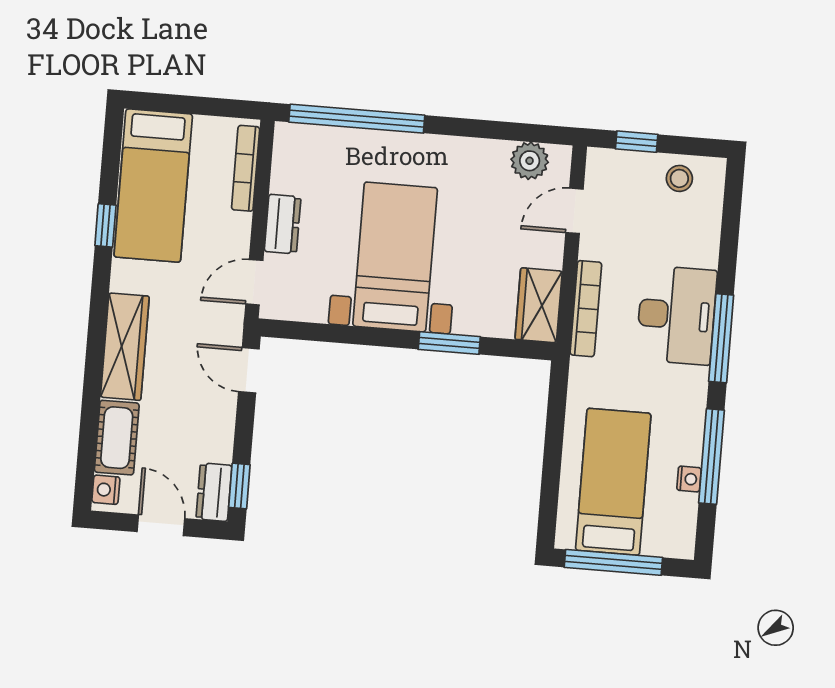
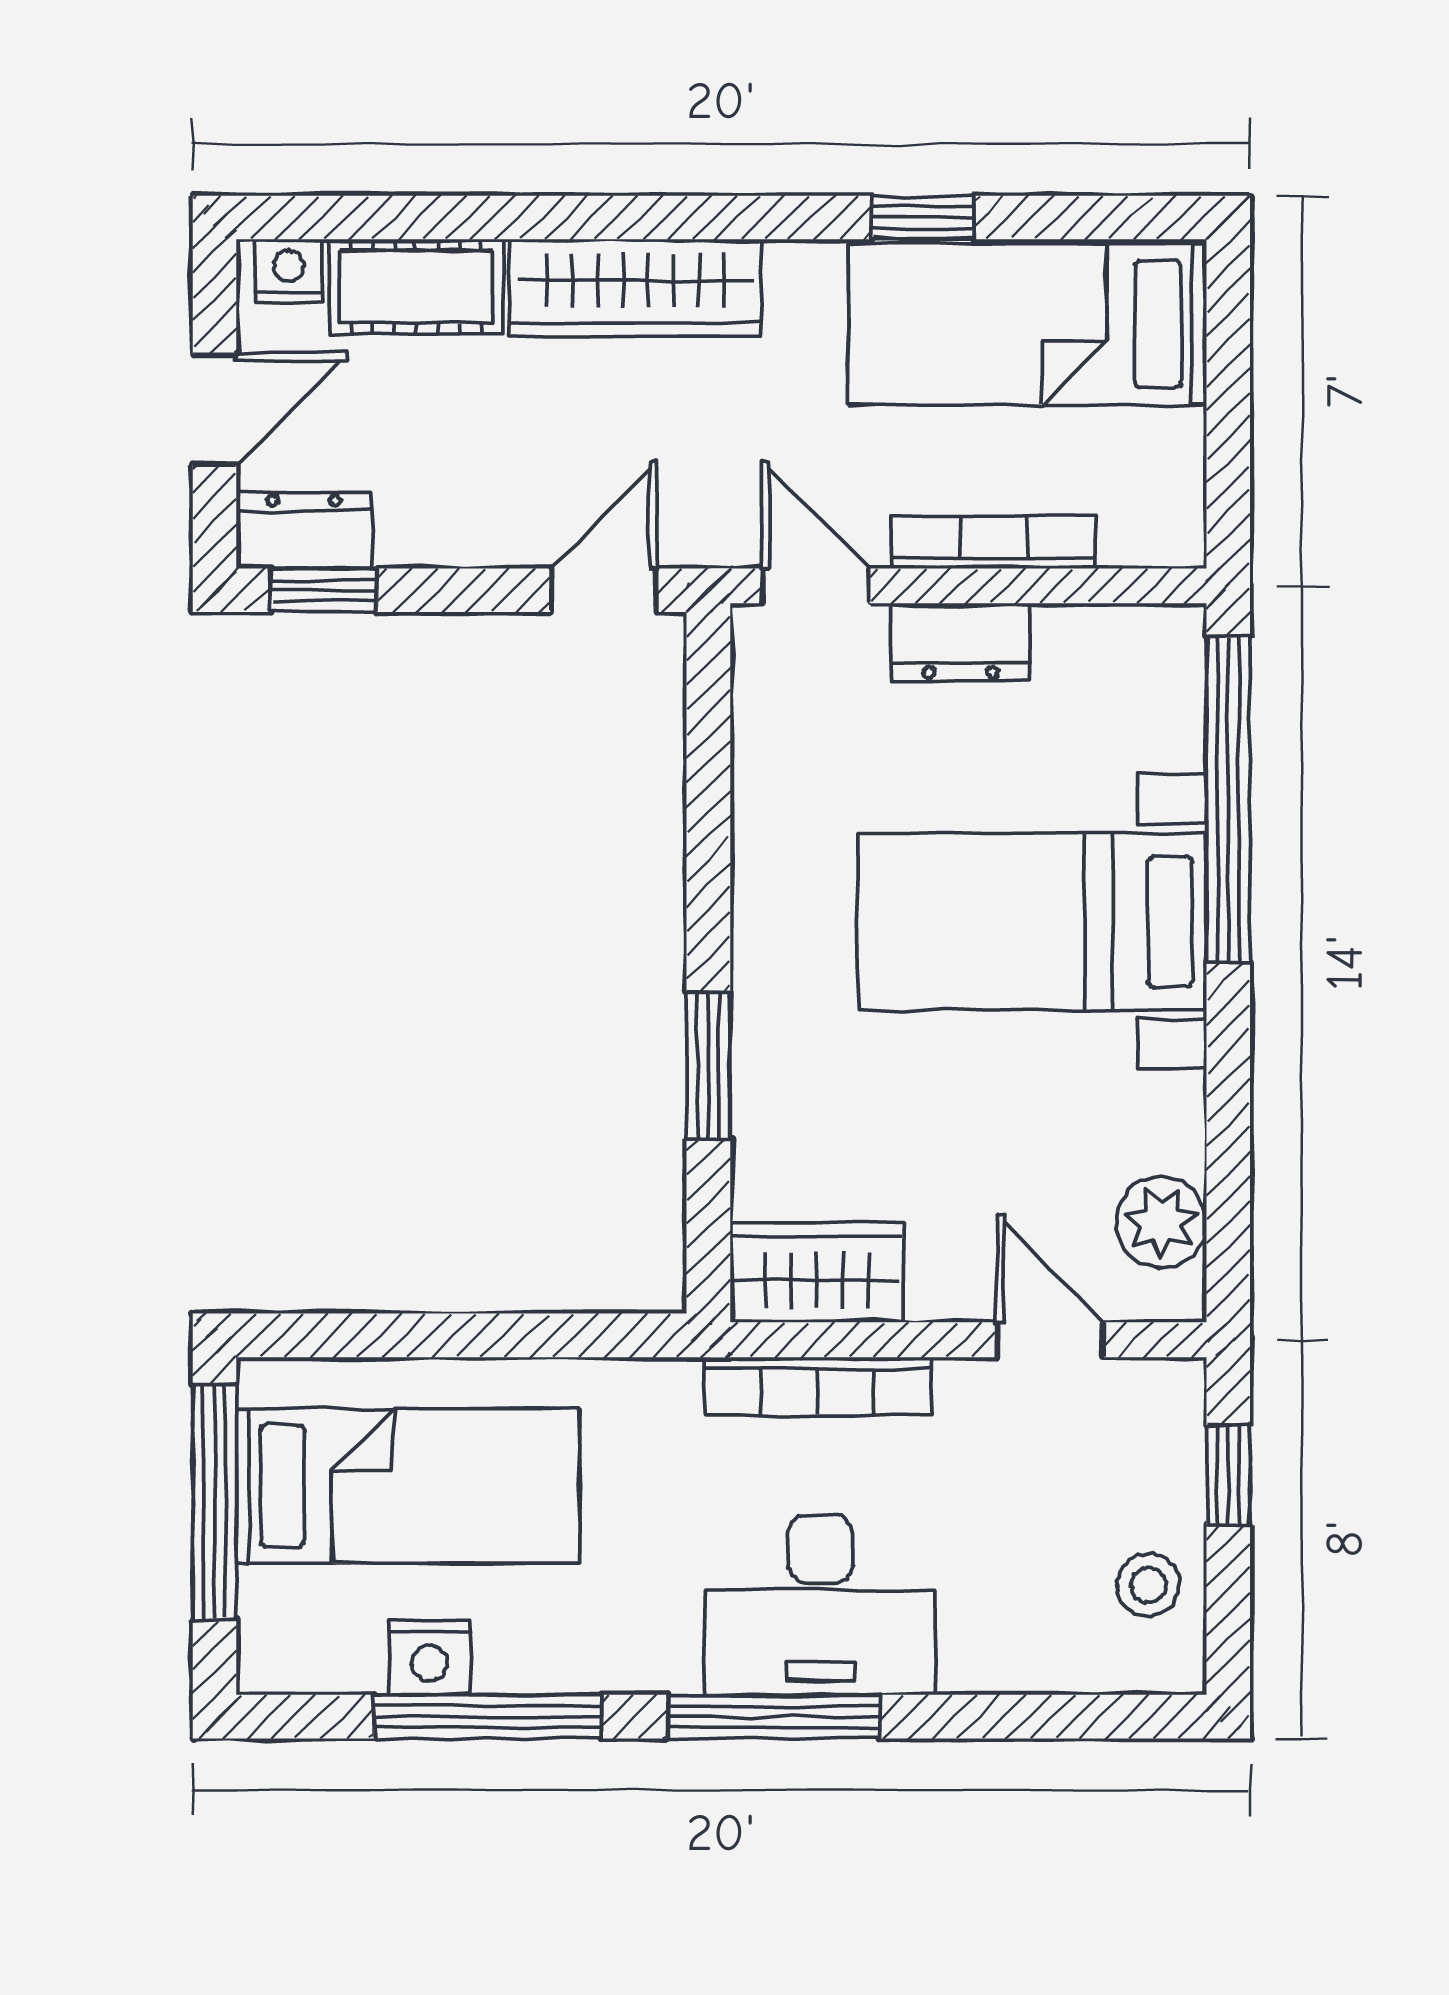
bookcase: (246, 168) -> (994, 542), moved
bed with nightstands: (395, 257) -> (1032, 922), moved, turned 180
nightstand: (689, 479) -> (429, 1657), width x1.39, depth x1.35

